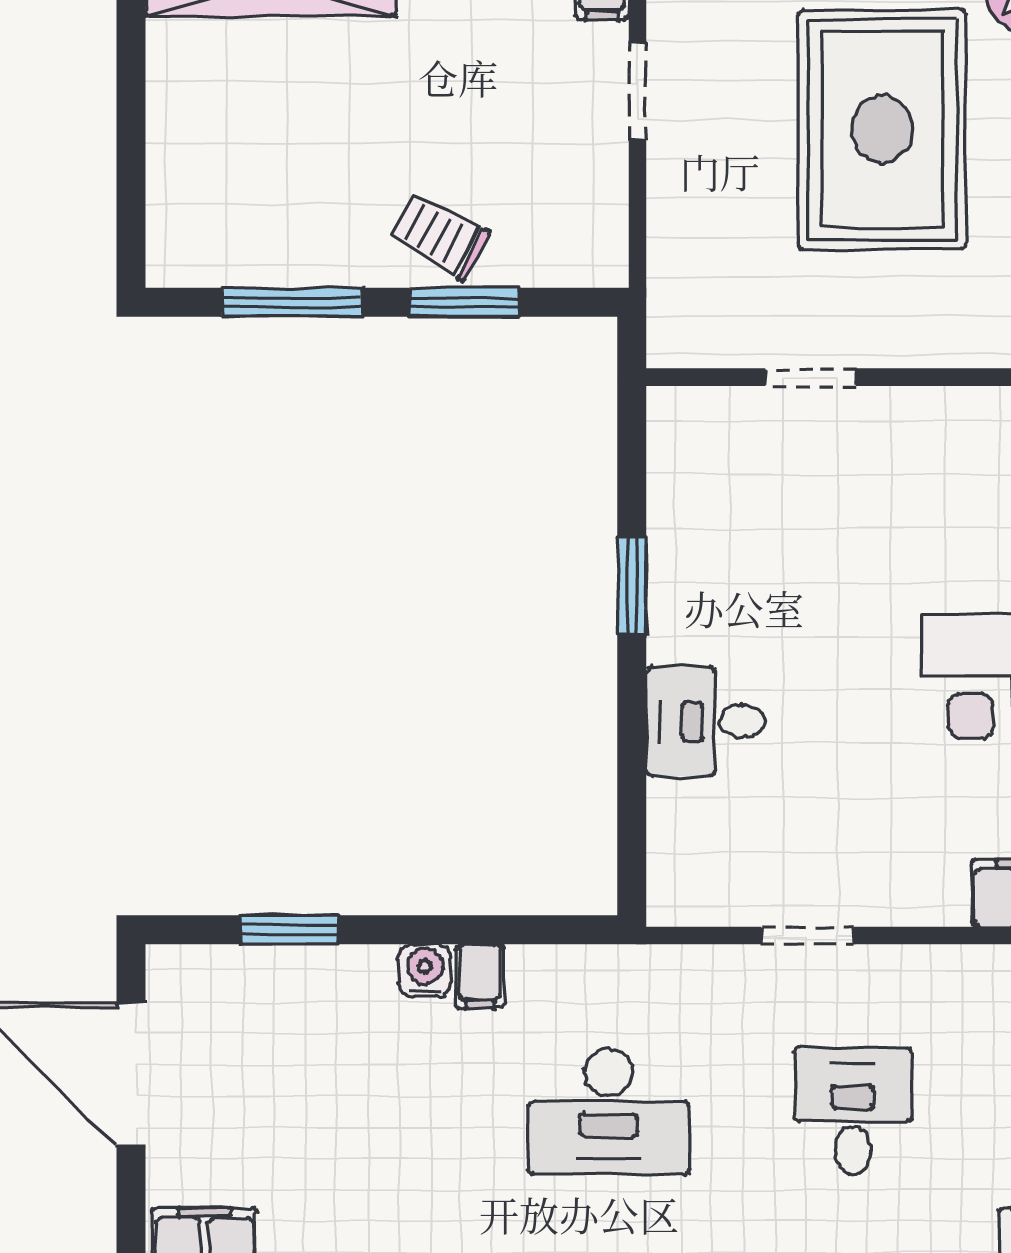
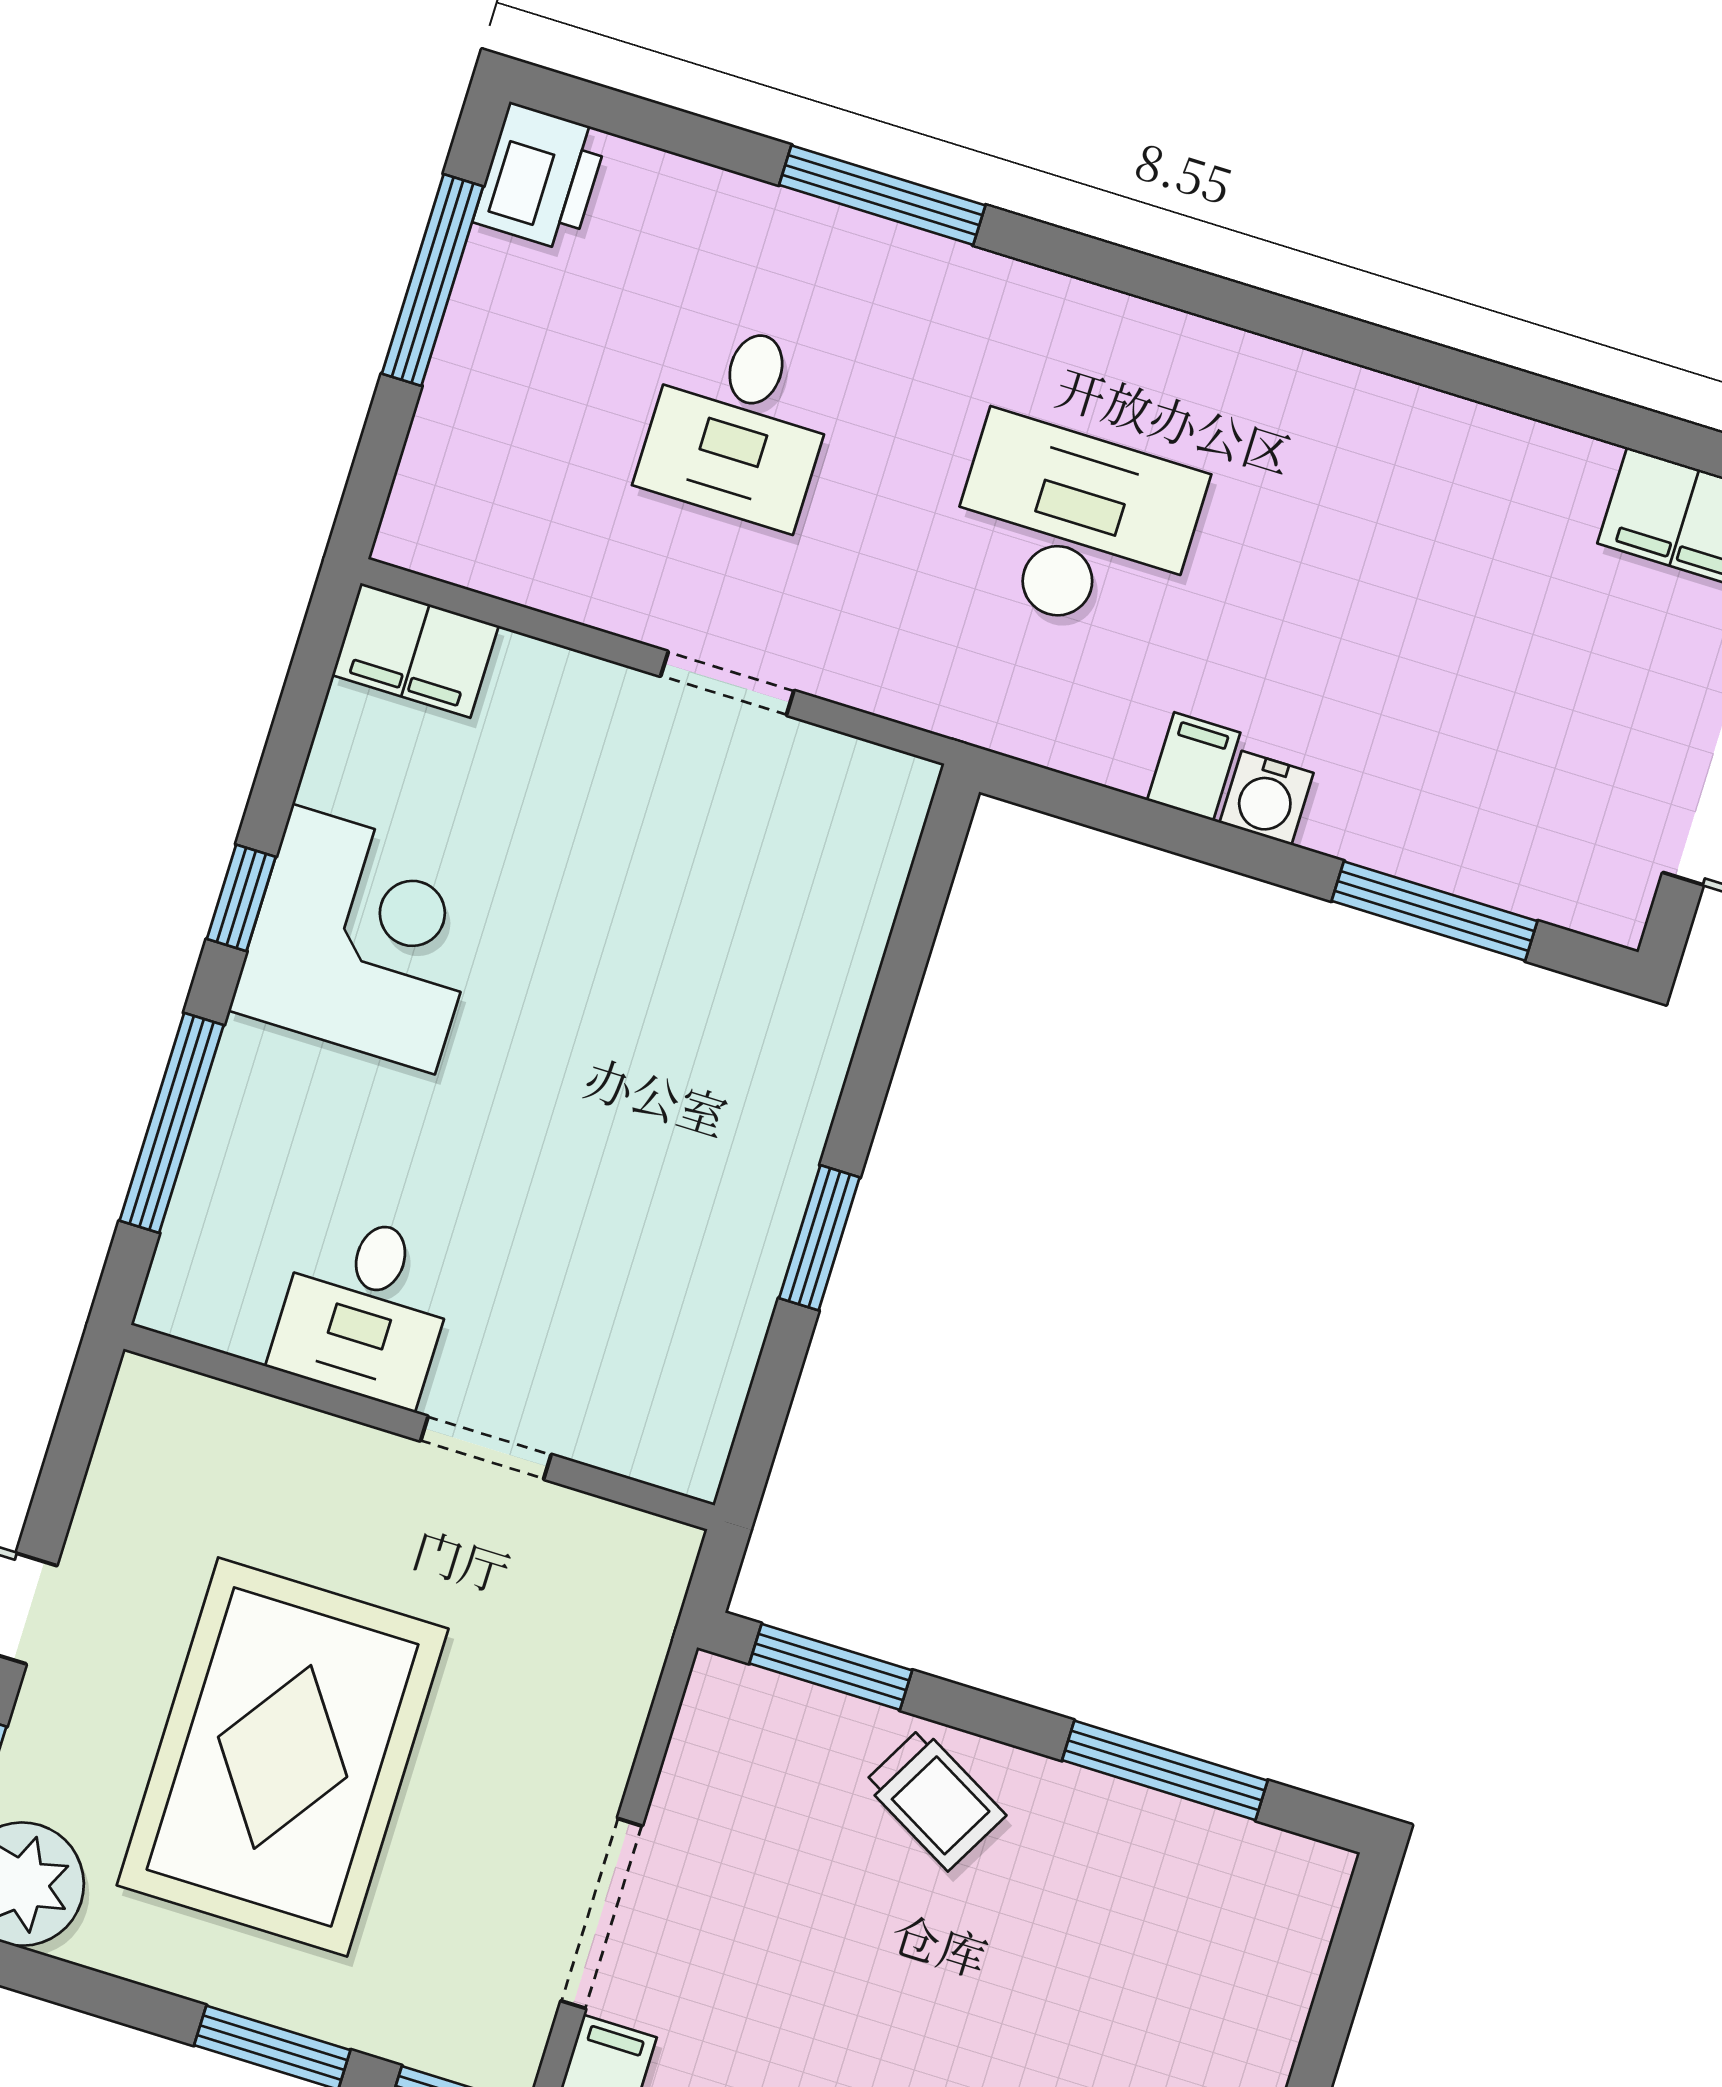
doorway: (638, 91) -> (602, 1913), width x1.38
window: (464, 302) -> (831, 1667), moved
desk: (705, 721) -> (365, 1309), moved, turned 90
window: (290, 930) -> (1435, 911), width x1.44

